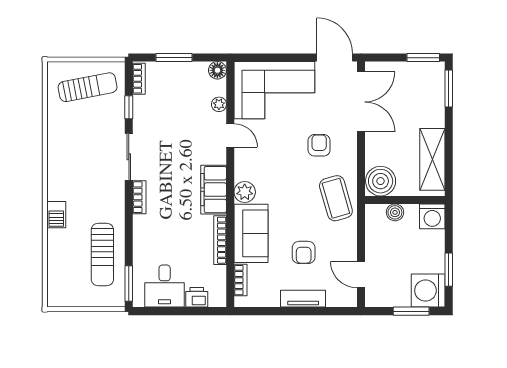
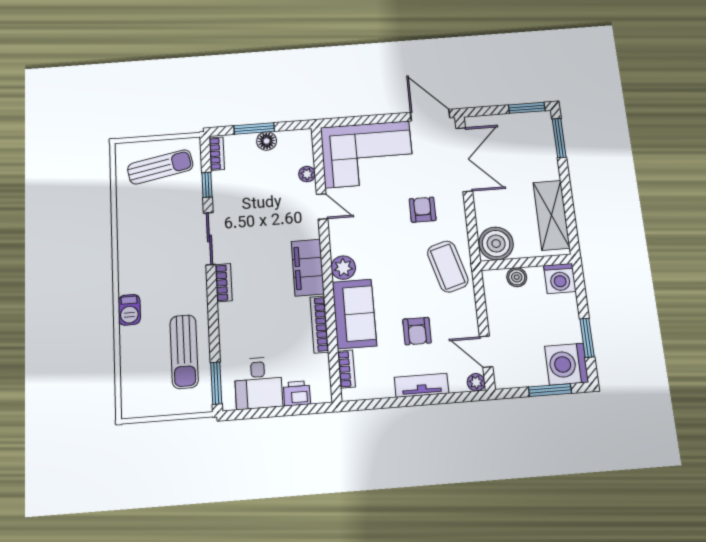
floor lamp: (217, 70) -> (267, 141), moved
plant: (350, 300) -> (476, 382), added

